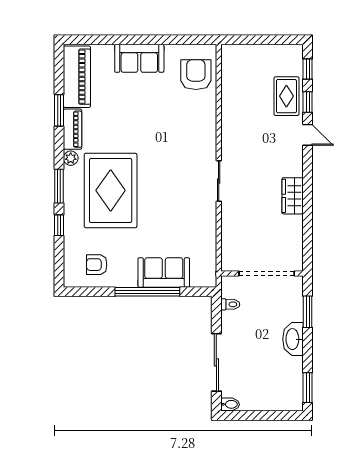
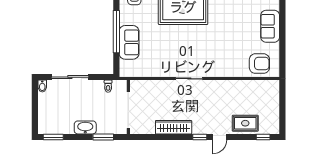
window: (308, 102) -> (200, 137), moved
wardrobe: (293, 196) -> (174, 127), width x1.50

